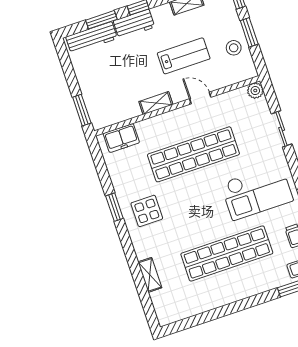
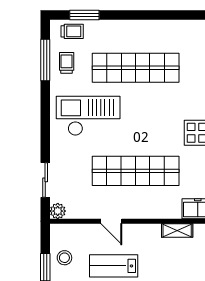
shelving: (156, 103) -> (177, 231), moved
sliding door: (282, 129) -> (45, 180), moved

